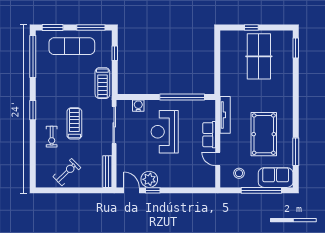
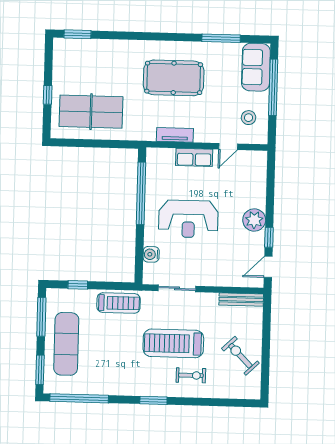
table tennis table: (259, 56) -> (91, 112), moved
tv unit: (225, 115) -> (175, 135), width x0.71
treadmill: (74, 123) -> (173, 343), width x1.37, depth x1.38
sliding door: (114, 125) -> (177, 288), width x0.73
pool table: (264, 134) -> (174, 78), moved
plant: (149, 179) -> (254, 220), moved

